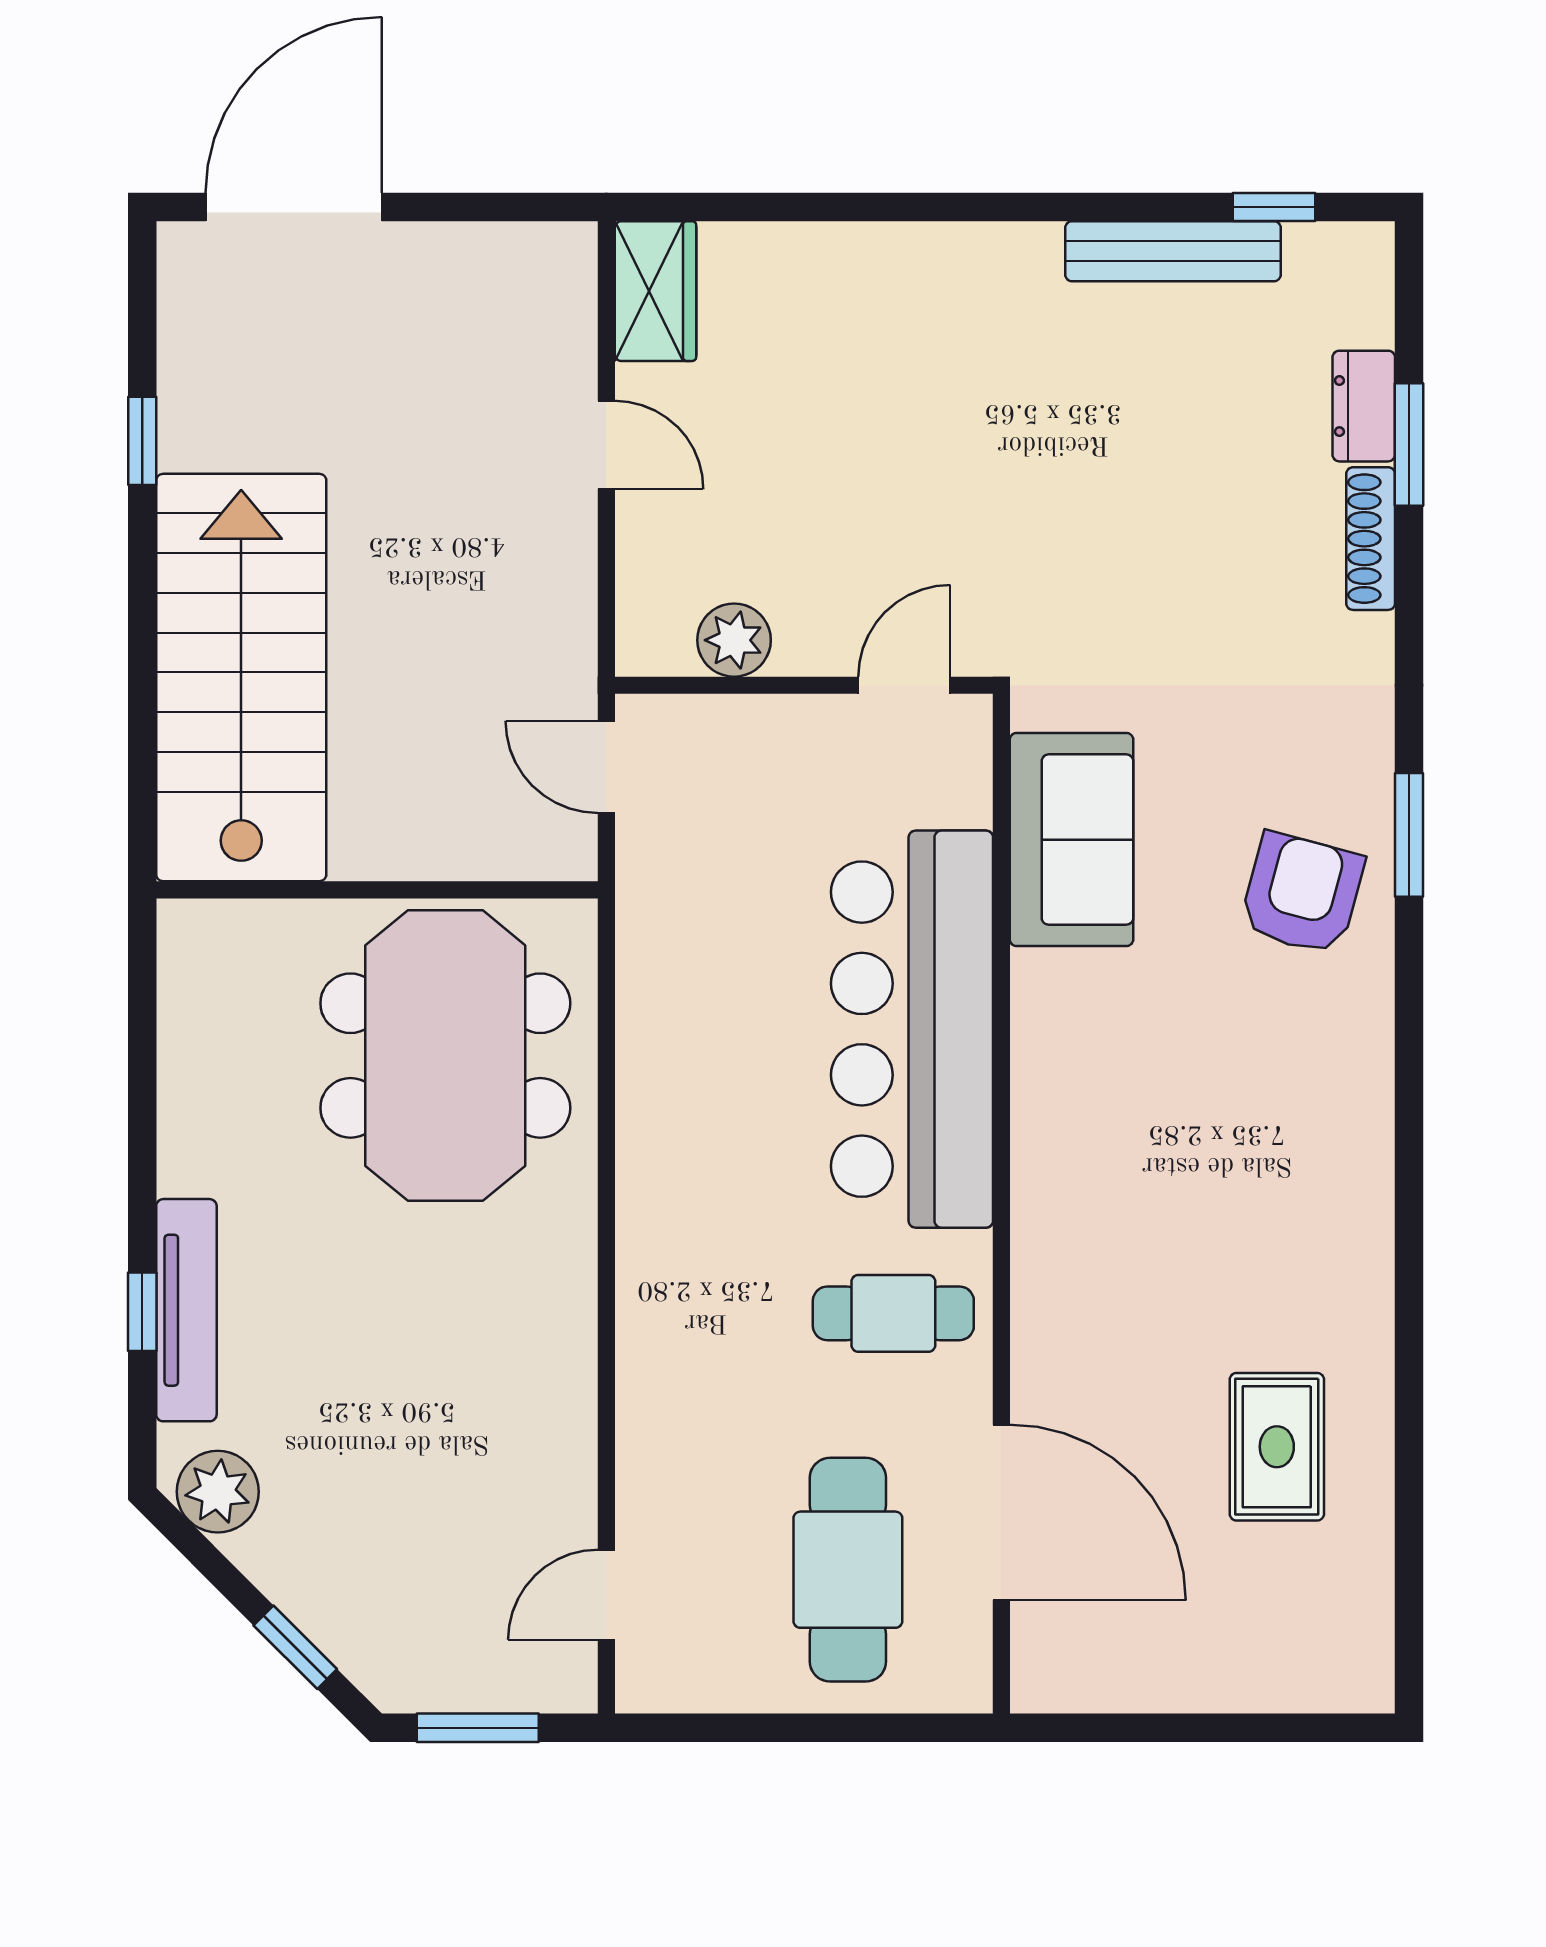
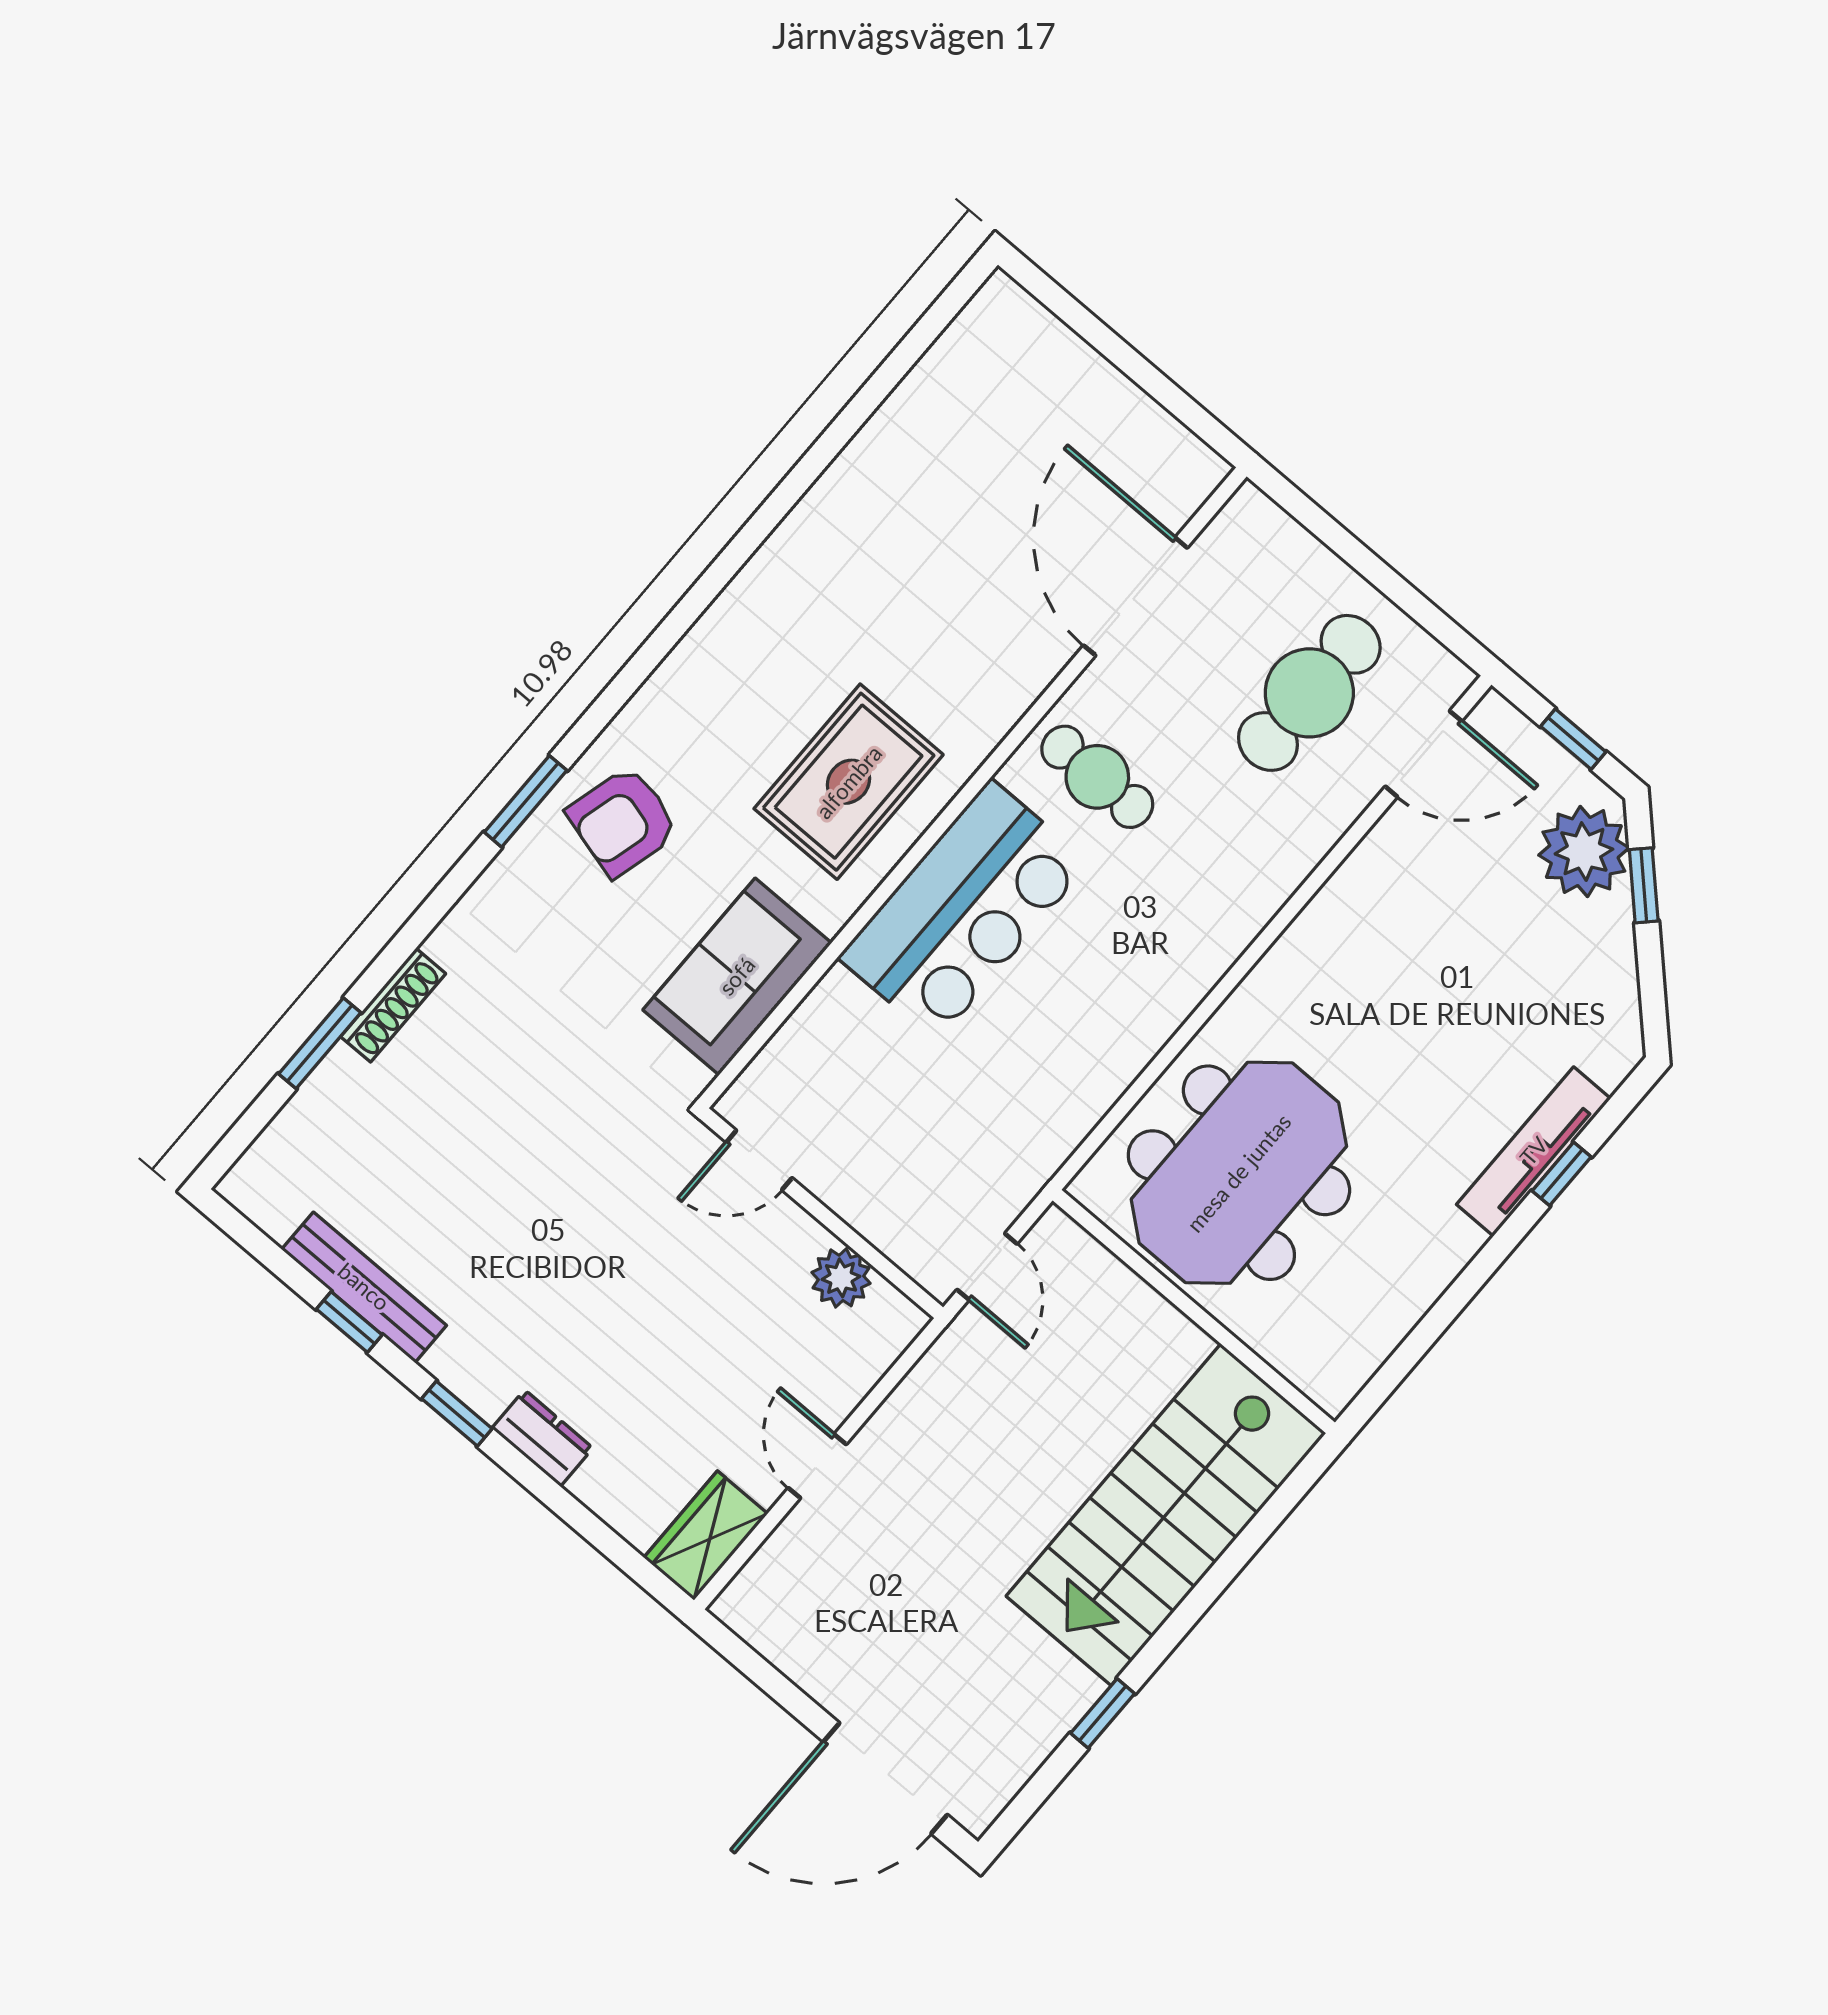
window: (986, 207) -> (457, 1414), added
window: (1274, 207) -> (349, 1322), moved
dresser: (1364, 406) -> (542, 1438), moved, turned -90
bar counter: (912, 1029) -> (964, 910), width x0.73
rug: (1277, 1447) -> (849, 782), moved, width x1.36, depth x1.43
plant: (218, 1492) -> (1584, 852), moved, width x1.36, depth x1.36
cafe table: (848, 1570) -> (1309, 693), moved
door: (606, 1595) -> (1423, 754), width x1.38
window: (478, 1728) -> (1573, 739), width x0.67

